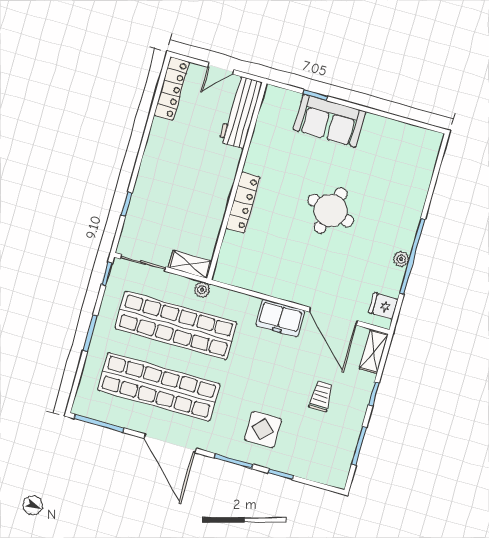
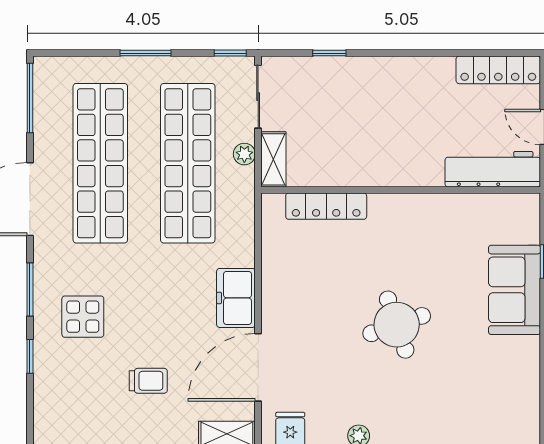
locker: (243, 203) -> (326, 206), moved
round table: (331, 210) -> (397, 325), turned -35
plant: (202, 290) -> (244, 154), moved

